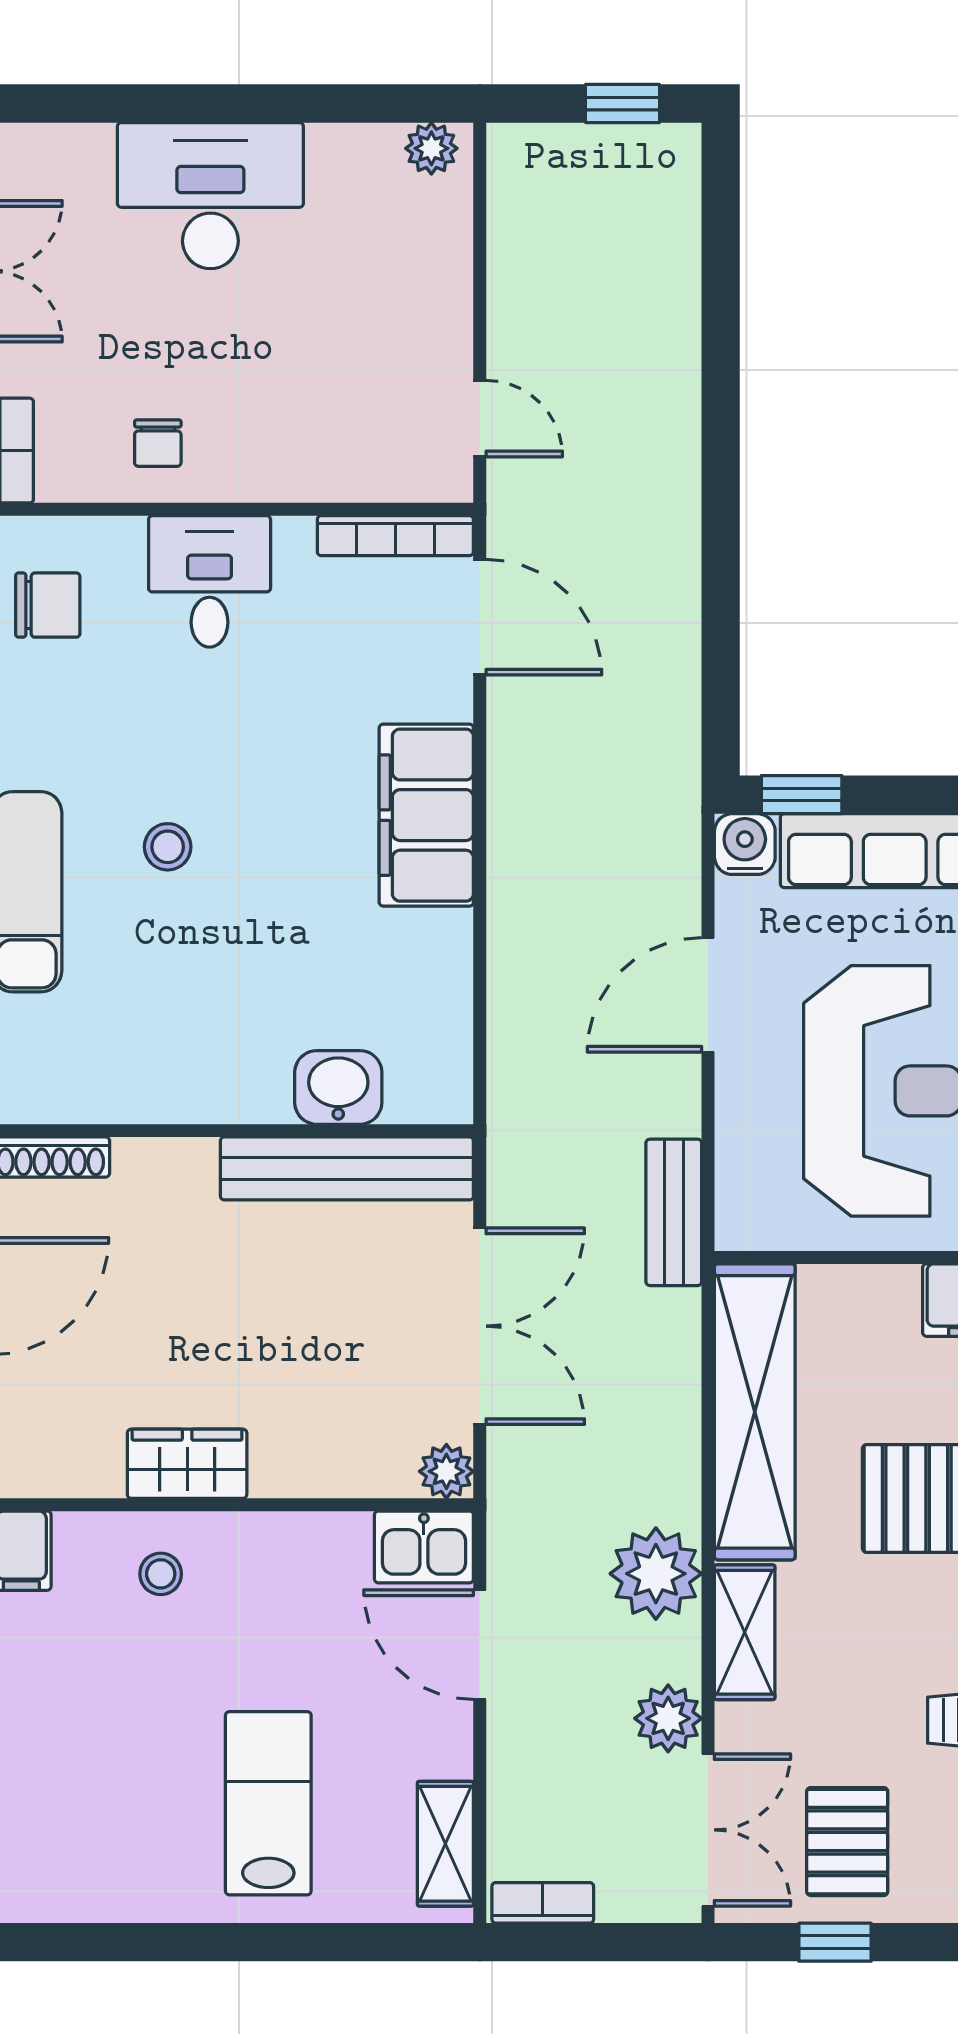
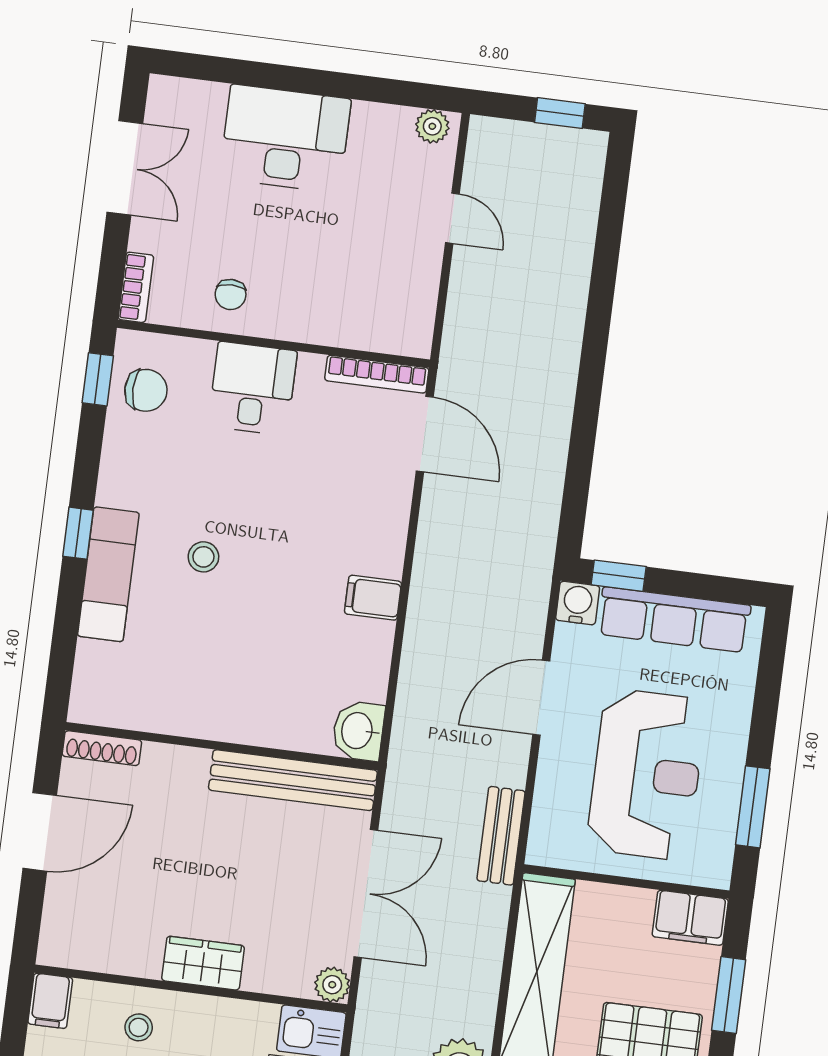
door: (480, 419) -> (452, 218), moved
filing cabinet: (426, 815) -> (373, 598), width x0.33, depth x0.86
washbasin: (338, 1087) -> (358, 731), moved, turned -90
wardrobe: (187, 1464) -> (203, 963), moved

